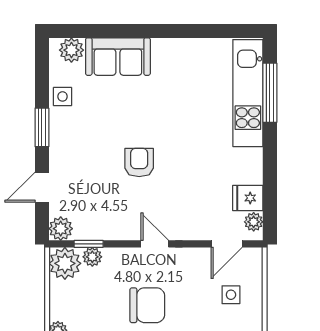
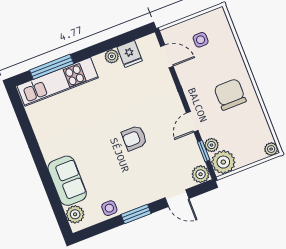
plant: (254, 222) -> (112, 56), moved
door: (155, 244) -> (192, 122), moved

